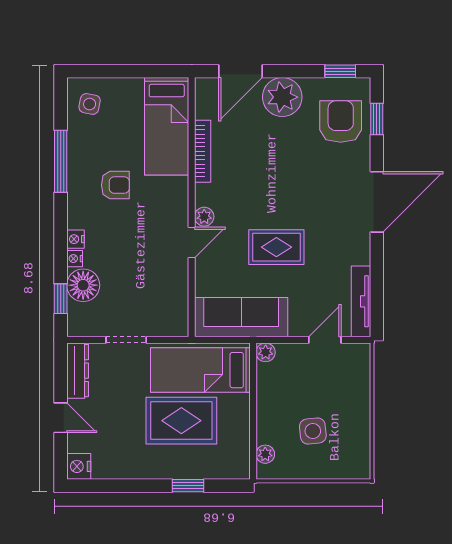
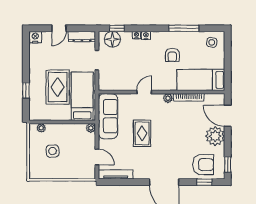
plant: (204, 217) -> (168, 98), moved
door: (192, 243) -> (144, 92), swing flipped
floor lamp: (83, 285) -> (112, 39), moved

